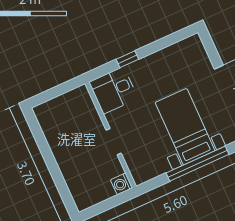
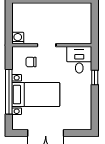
chair: (145, 152) -> (31, 62), added

